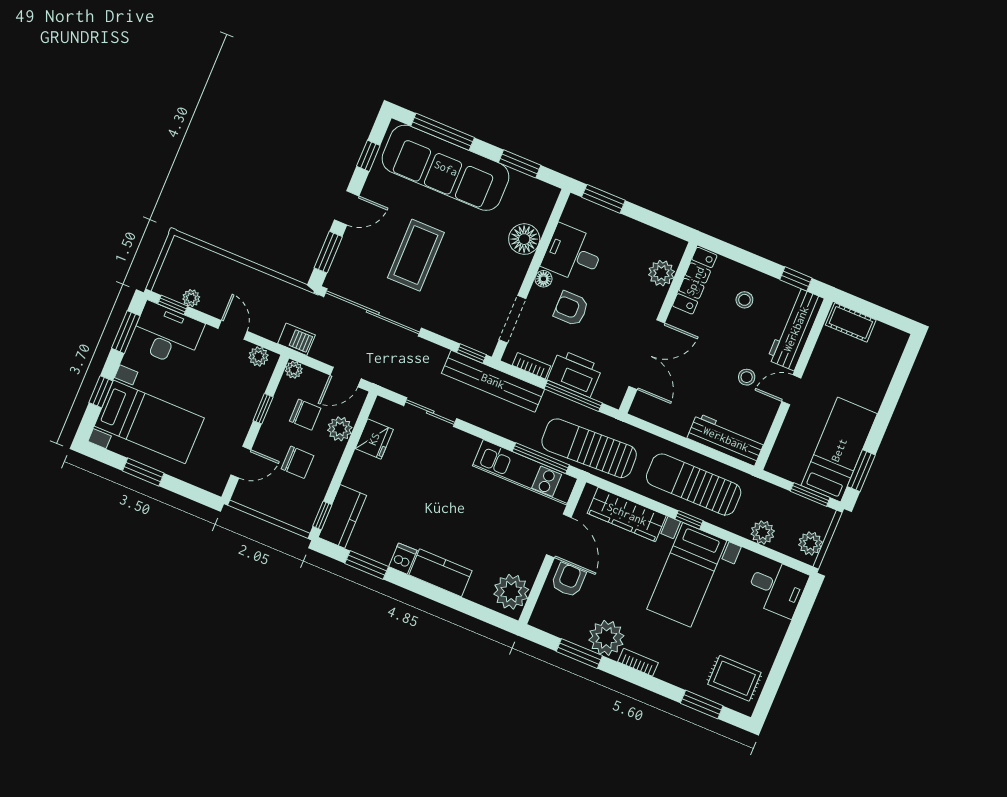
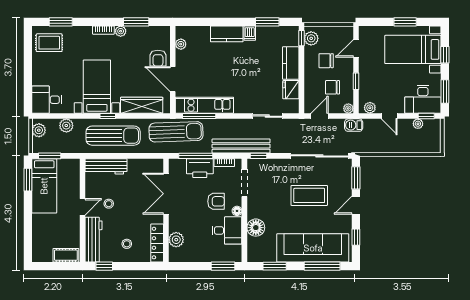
coffee table: (416, 255) -> (309, 195), turned 90
plant: (340, 429) -> (311, 38), moved
kitchen counter: (342, 516) -> (291, 63), moved
plant: (511, 592) -> (181, 44), width x0.53, depth x0.53
plant: (606, 638) -> (121, 31), width x0.53, depth x0.53

